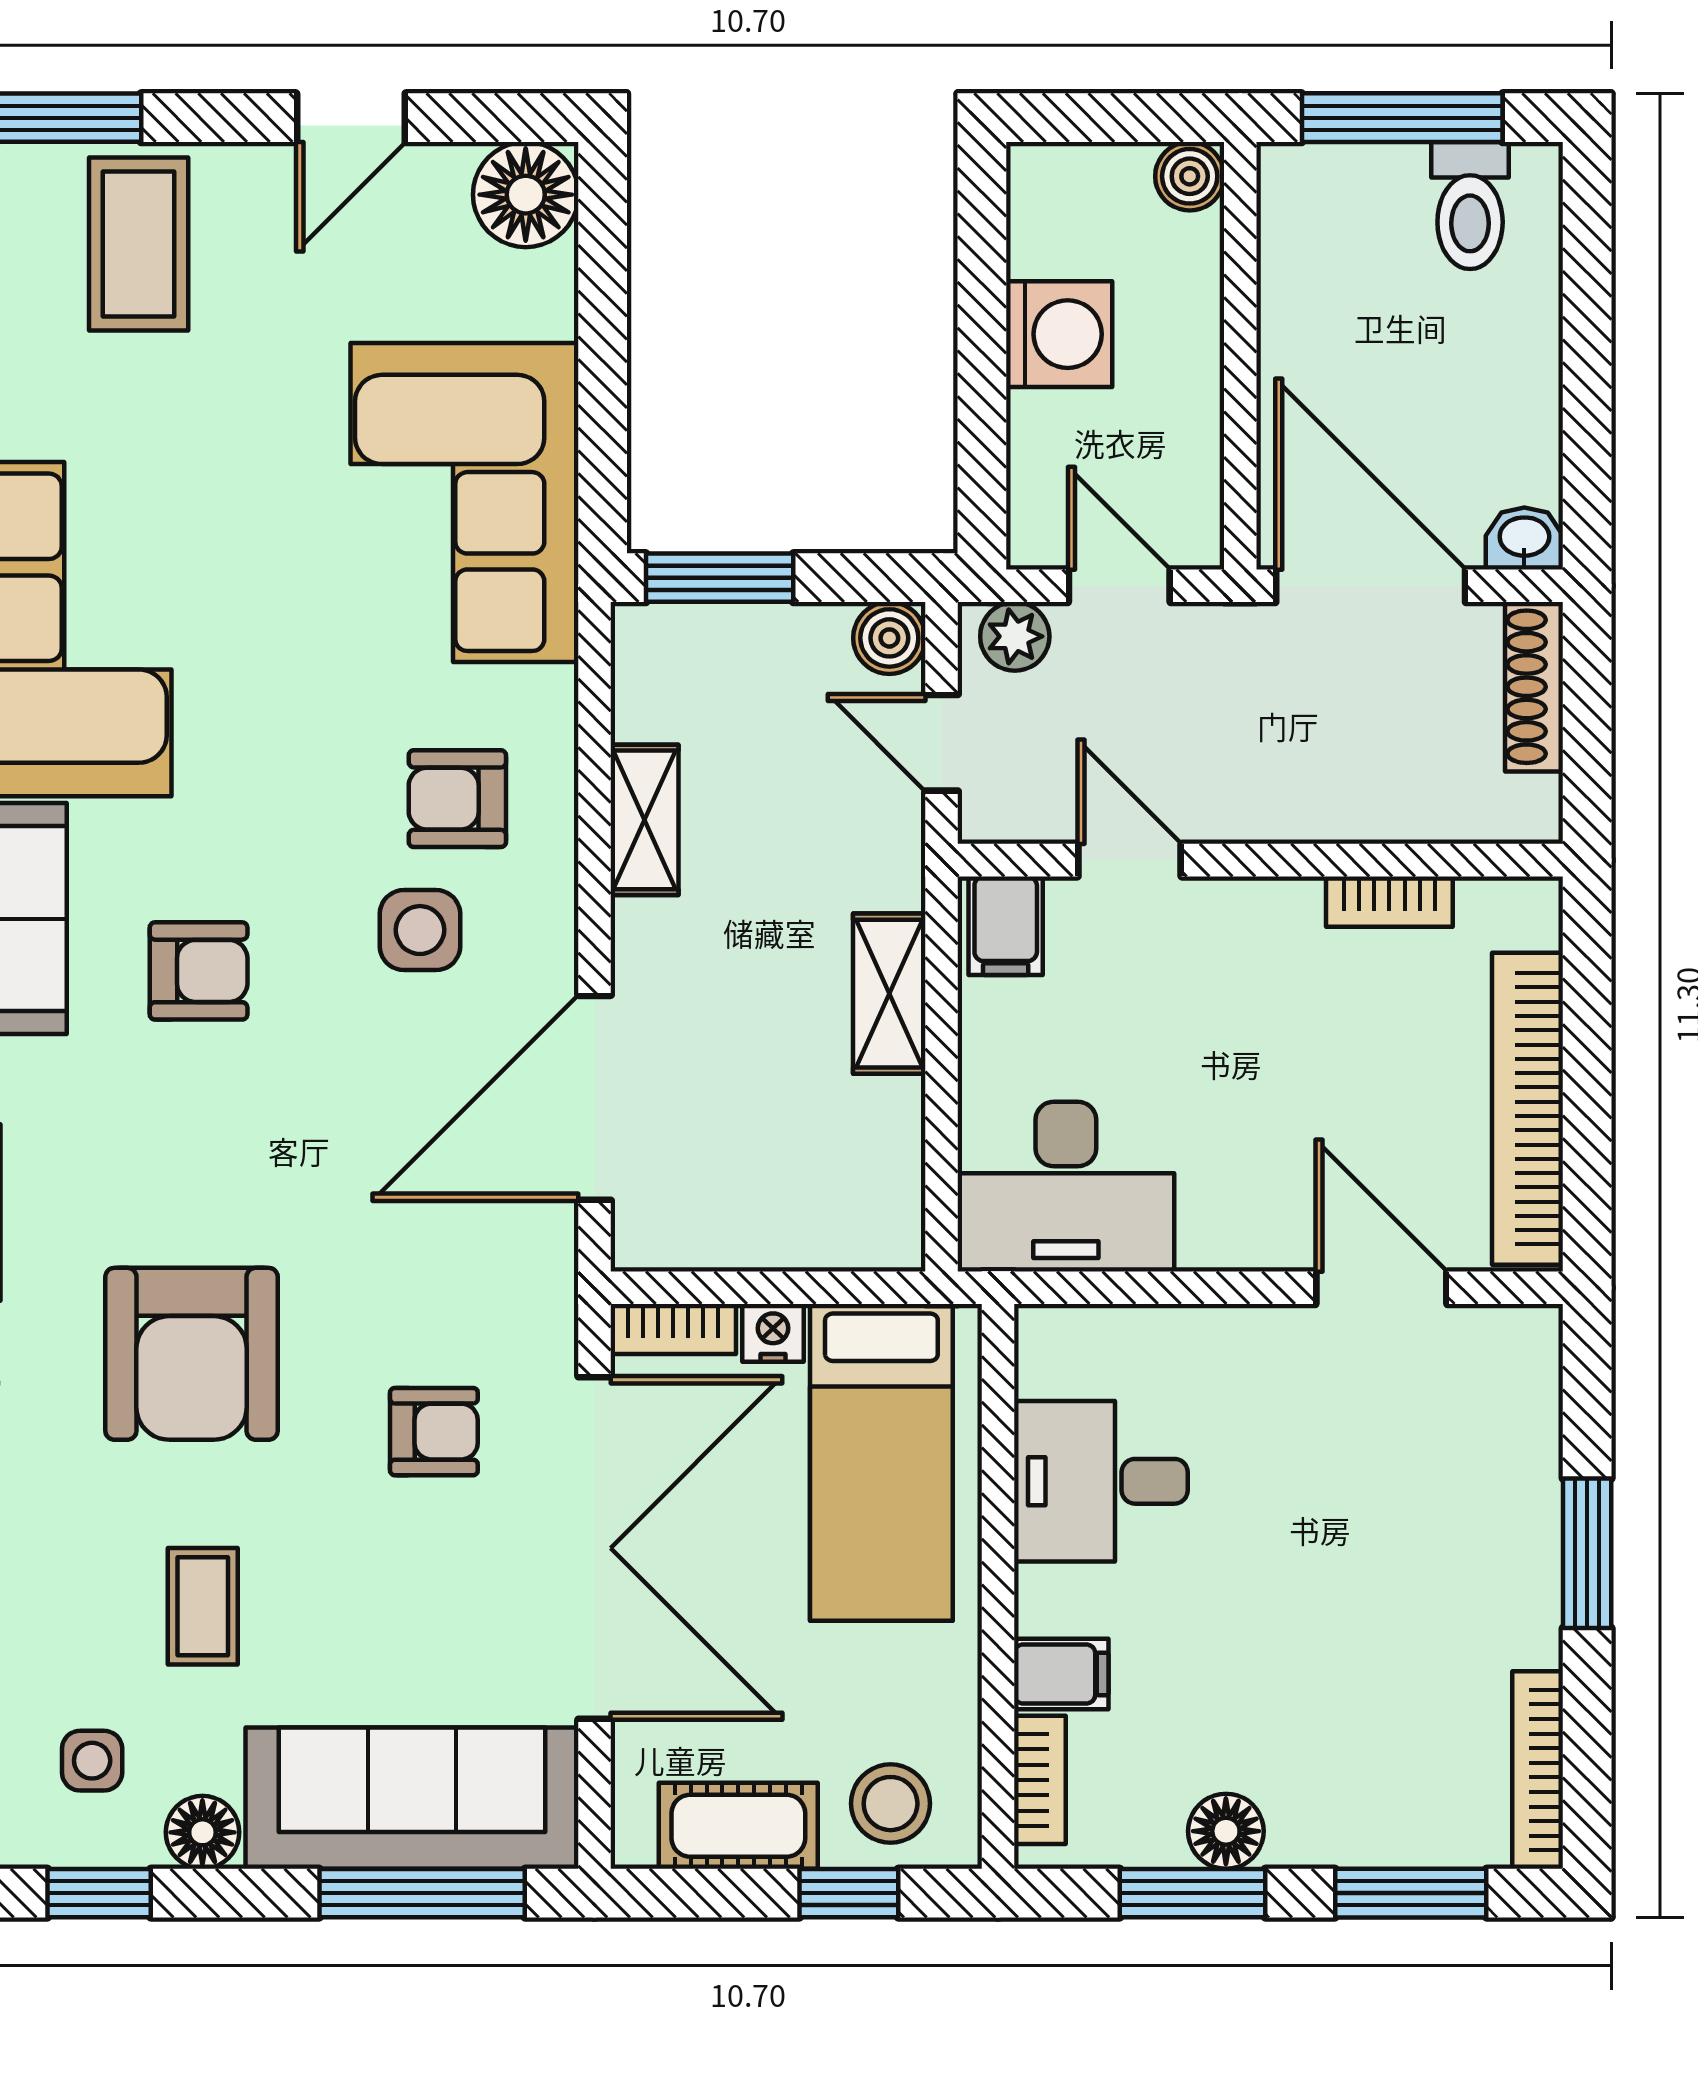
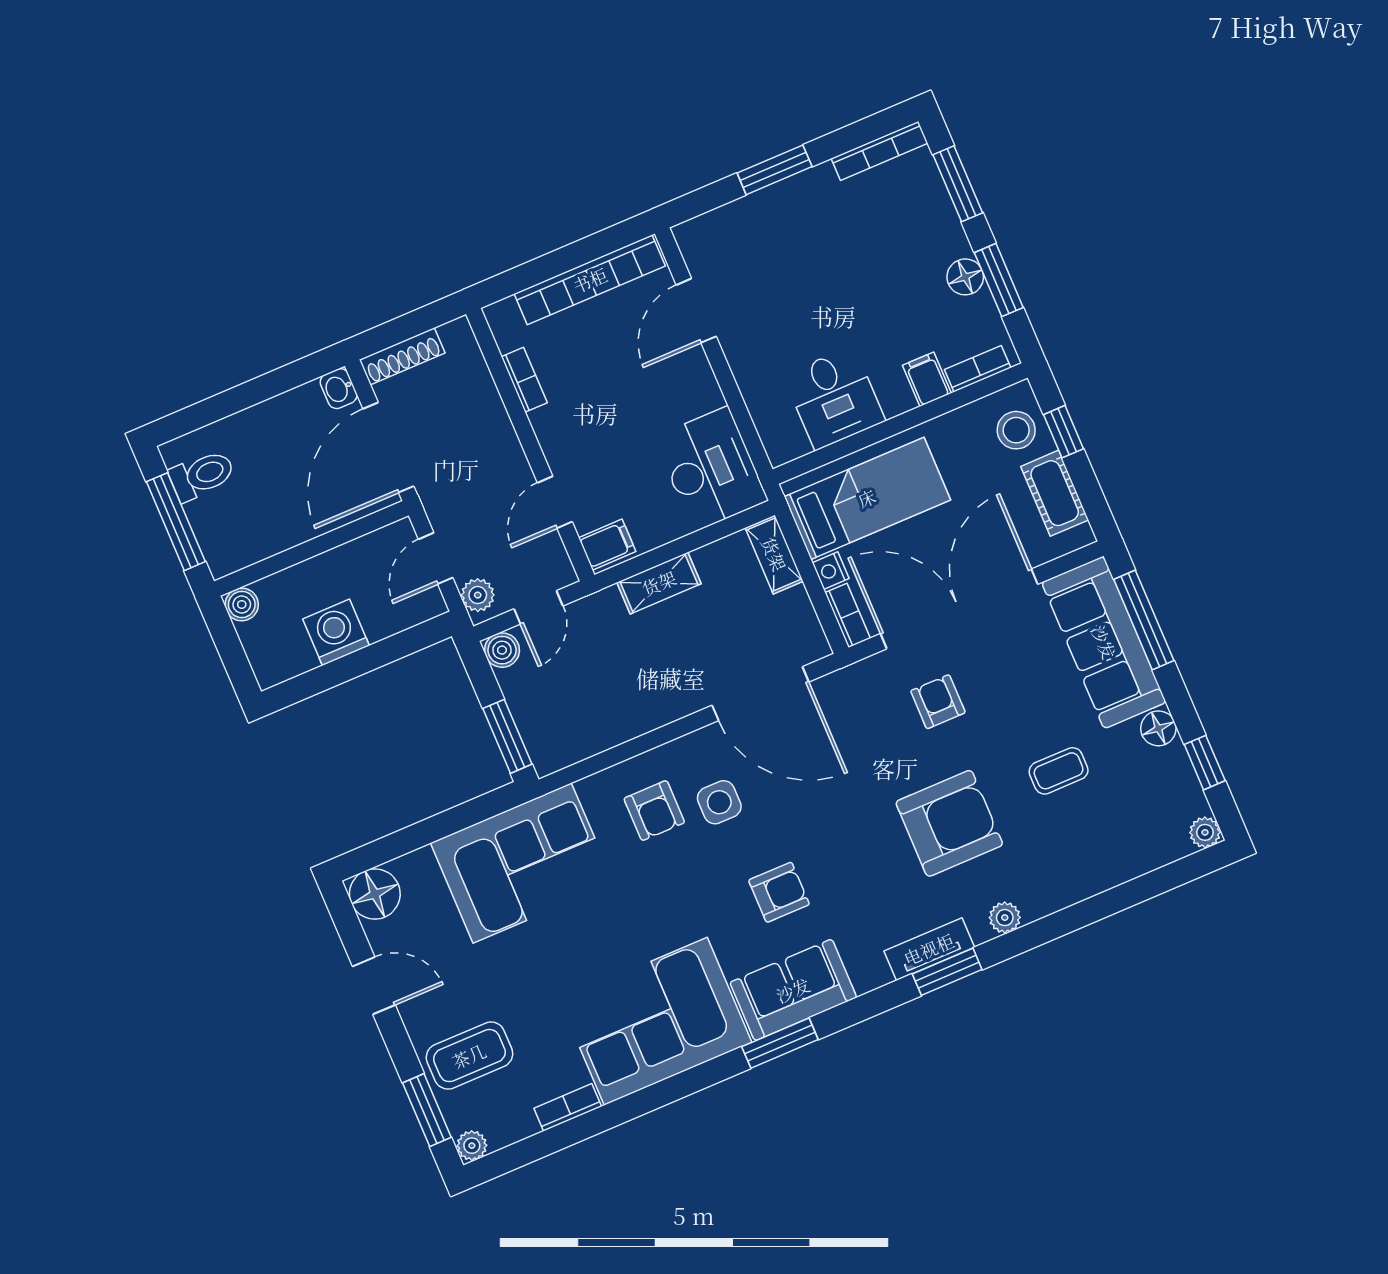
shelving: (645, 820) -> (774, 554), moved, turned 90
armchair: (199, 971) -> (779, 892), turned 90
side table: (92, 1761) -> (1148, 791), removed

